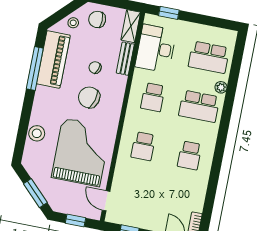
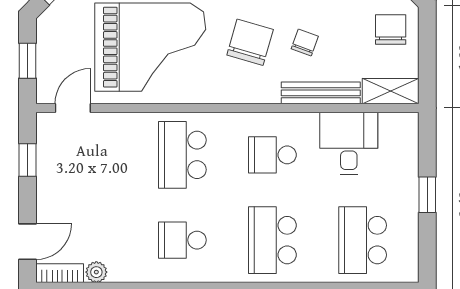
window: (169, 13) -> (427, 195), moved
desk: (156, 49) -> (349, 143), width x0.73
bench: (125, 59) -> (321, 93), width x1.36
plant: (221, 87) -> (96, 272), moved
school desk: (143, 146) -> (182, 155), width x1.85

